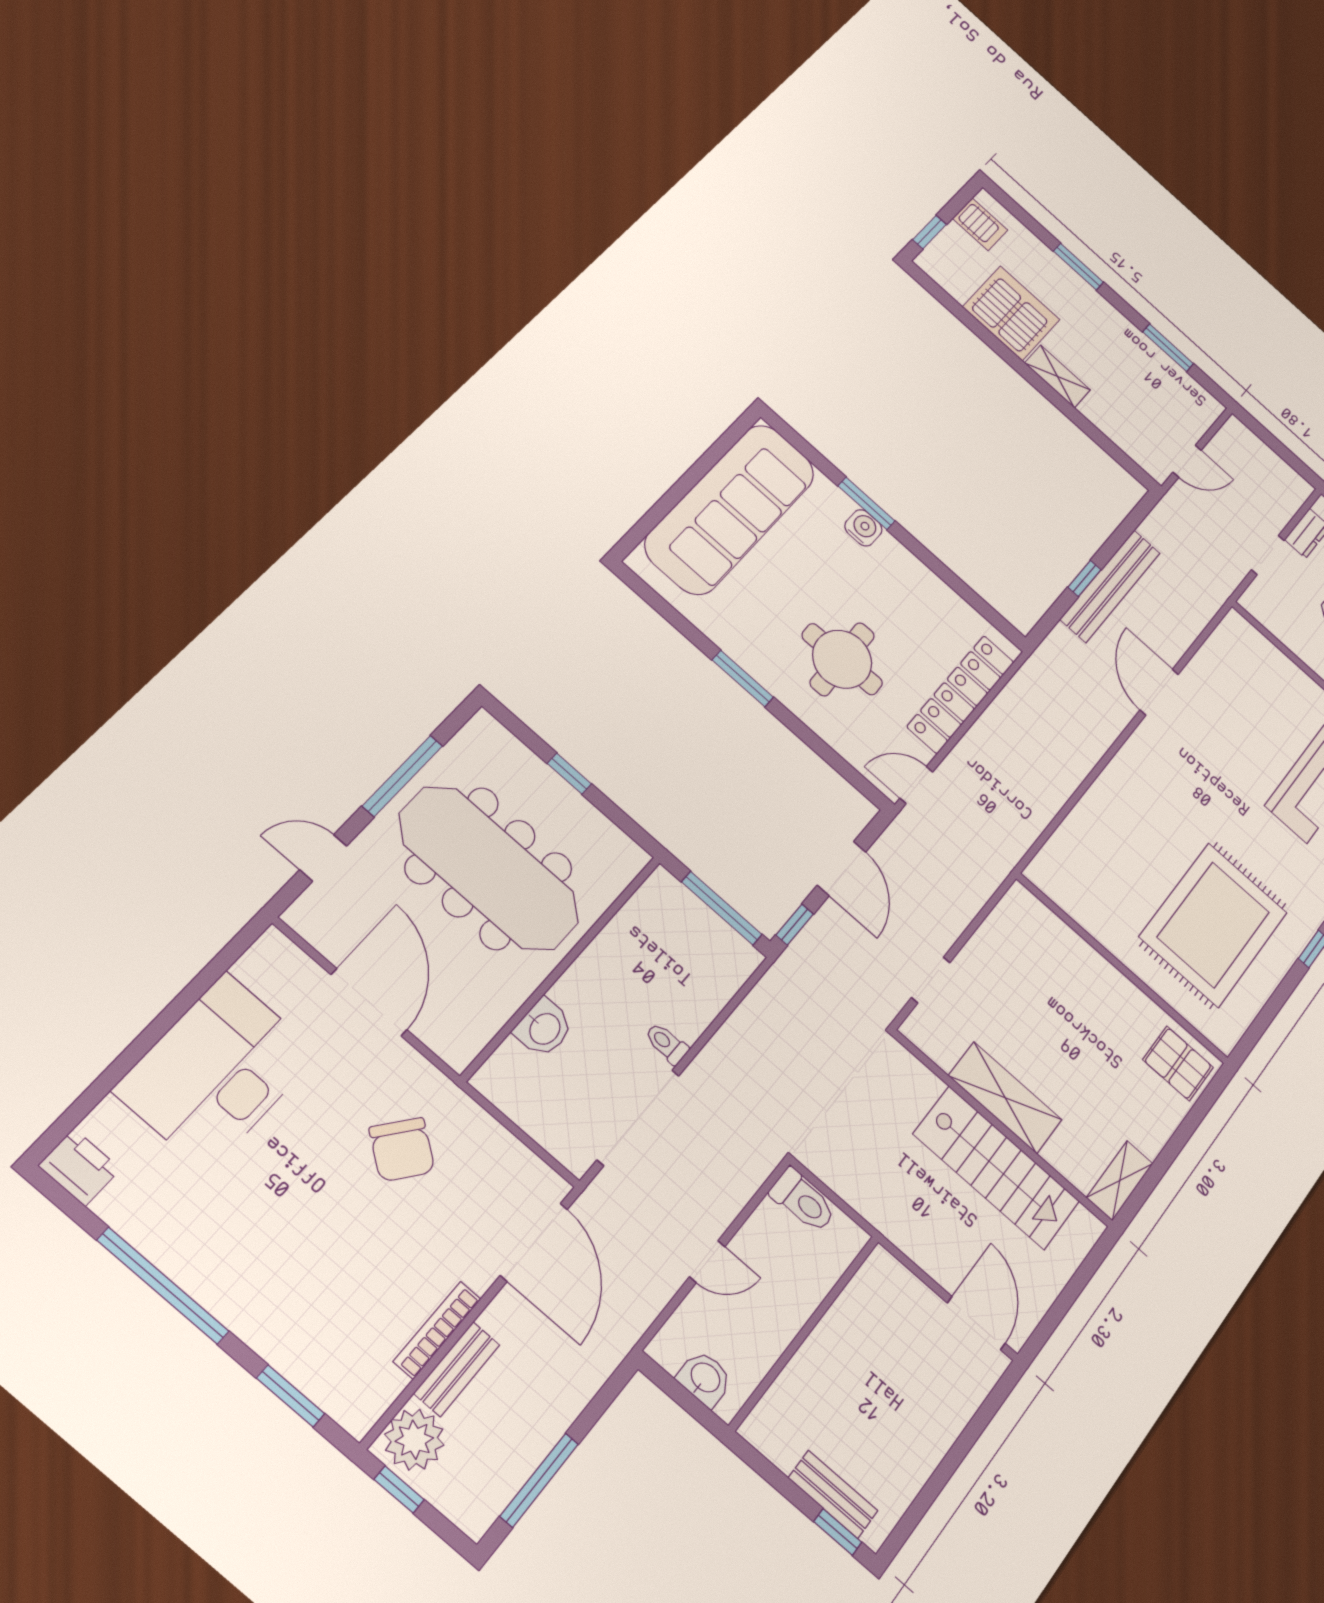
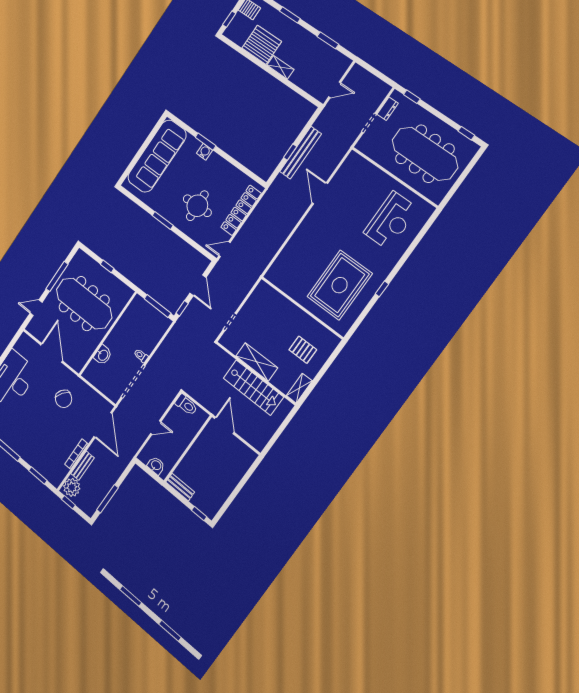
pallet: (1178, 1063) -> (303, 350), moved
door: (976, 1323) -> (224, 425), moved
bench: (833, 1494) -> (180, 487), moved

